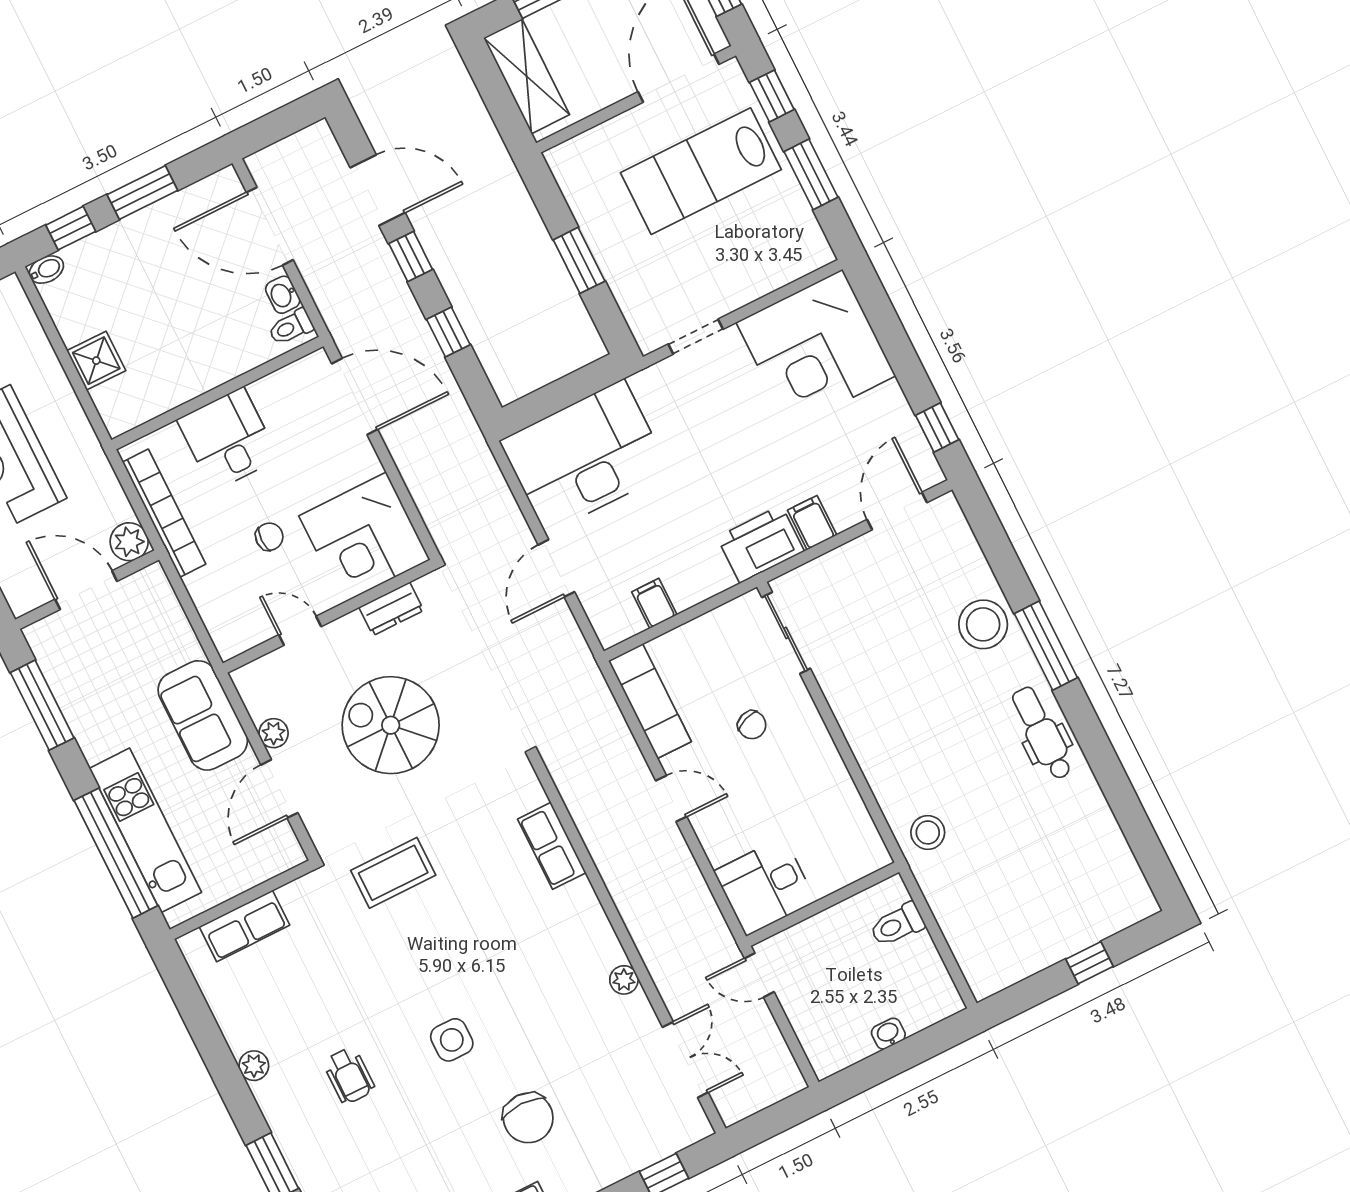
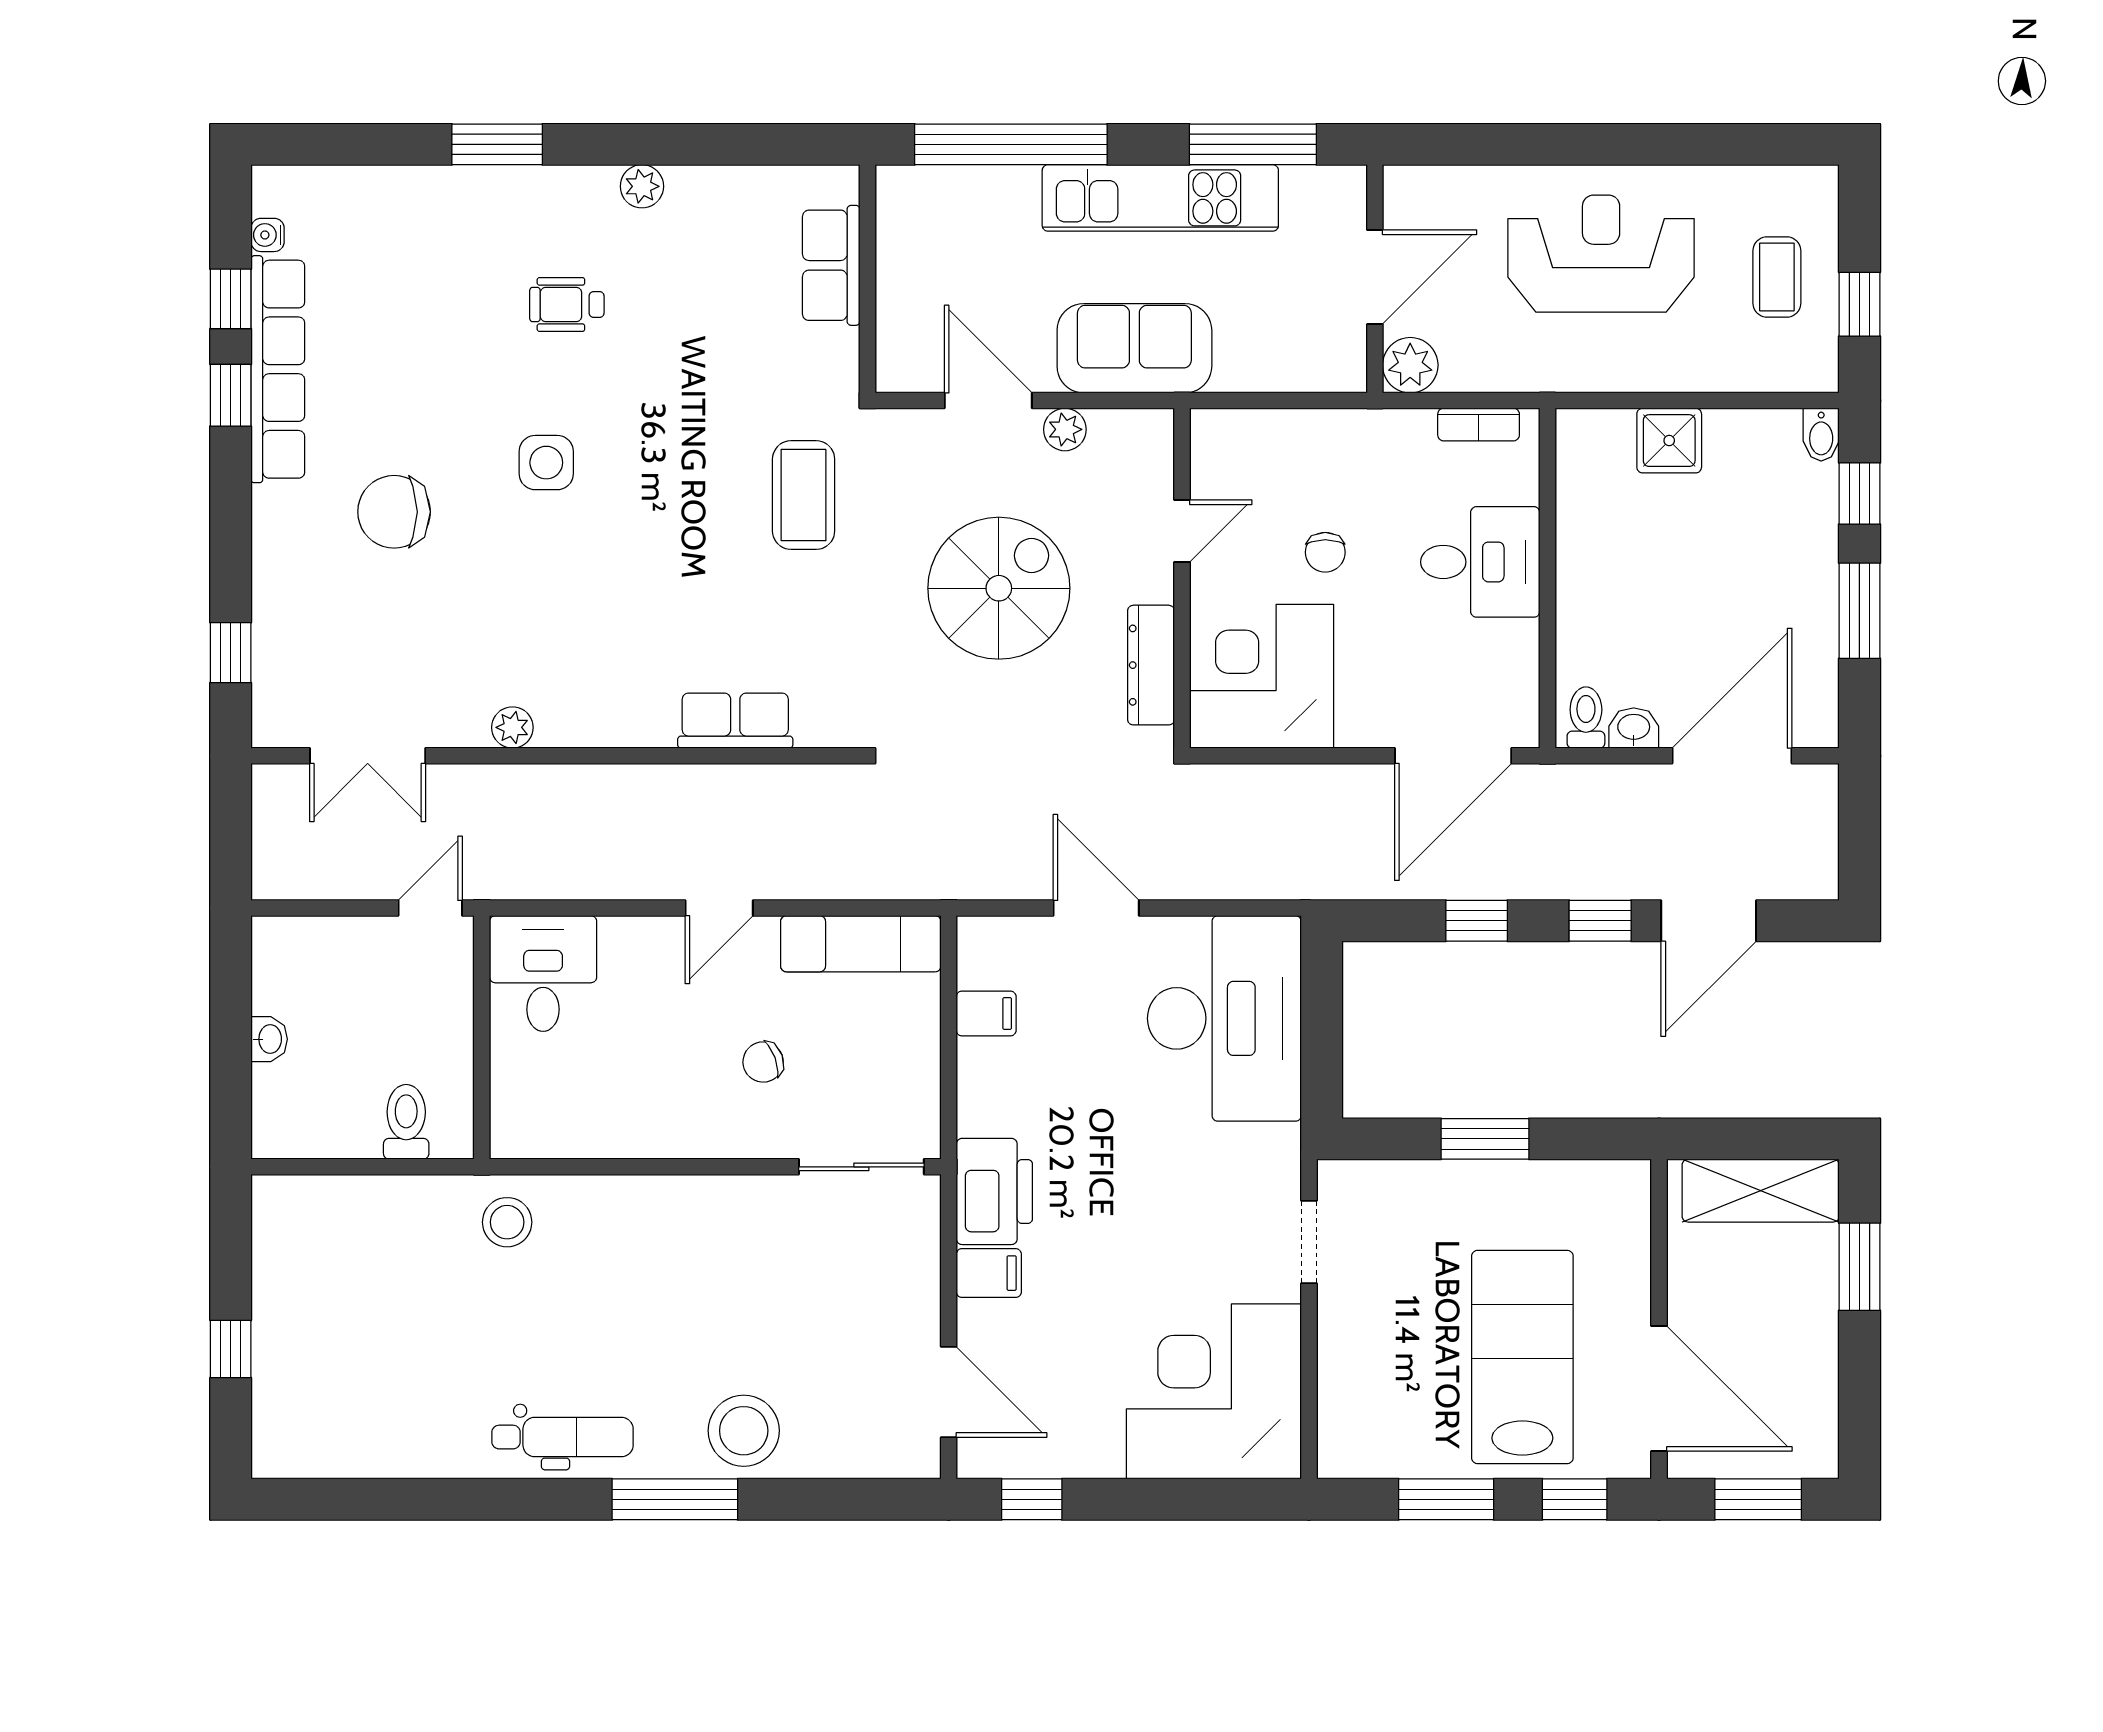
bookcase: (164, 513) -> (1479, 425), width x0.43, depth x0.76
dresser: (391, 609) -> (1151, 665), width x1.44
kitchen unit: (145, 830) -> (1160, 198), moved

